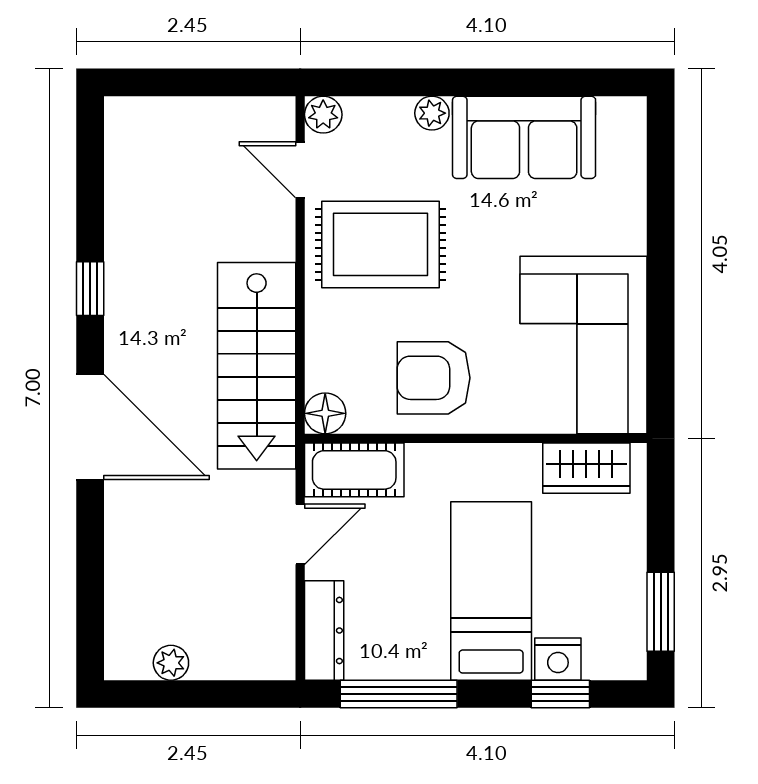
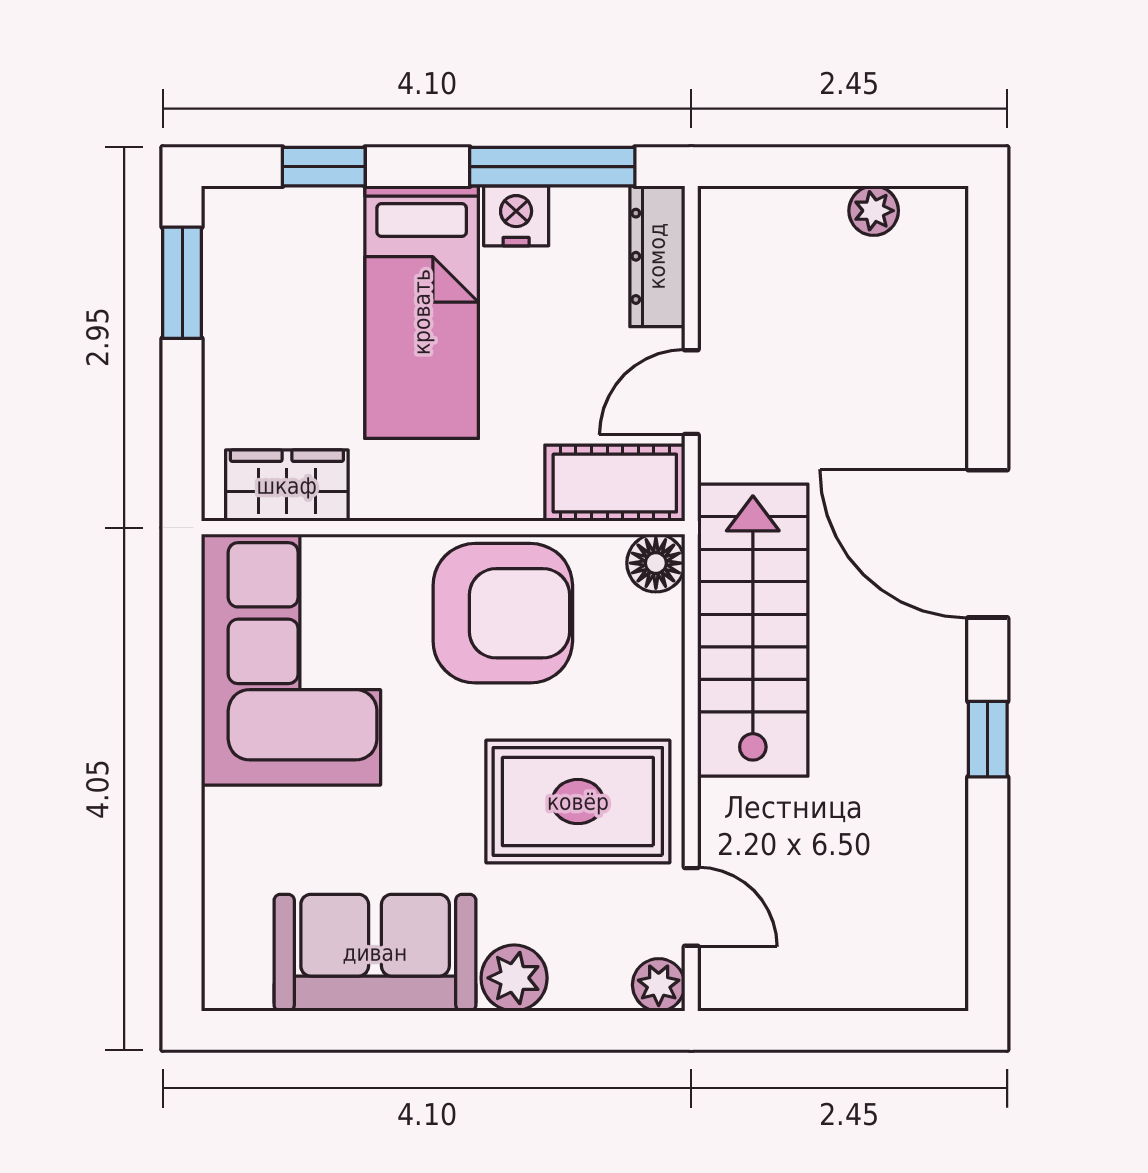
plant: (432, 113) -> (514, 978), width x1.38, depth x1.38
armchair: (434, 378) -> (503, 613), width x1.36, depth x1.36
nightstand: (558, 659) -> (516, 216), moved

